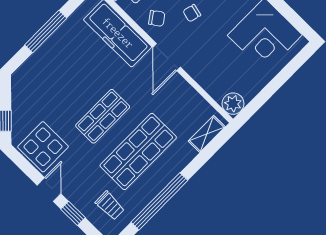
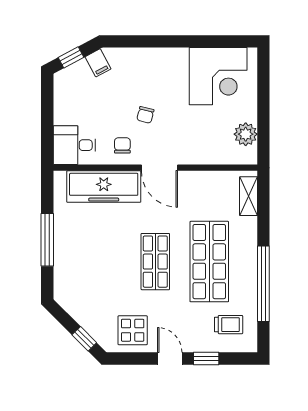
chair: (157, 18) -> (122, 145), turned -54
plant: (233, 104) -> (246, 134), moved
display table: (43, 147) -> (133, 330), width x0.73, depth x0.73

